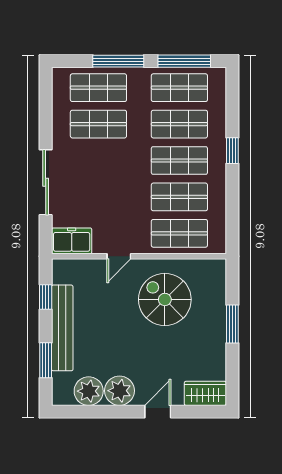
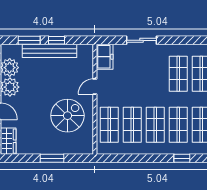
window: (232, 151) -> (182, 158), moved
sliding door: (46, 182) -> (142, 40), width x0.73
door: (119, 256) -> (95, 87), hinge flipped
window: (46, 297) -> (57, 40), moved

